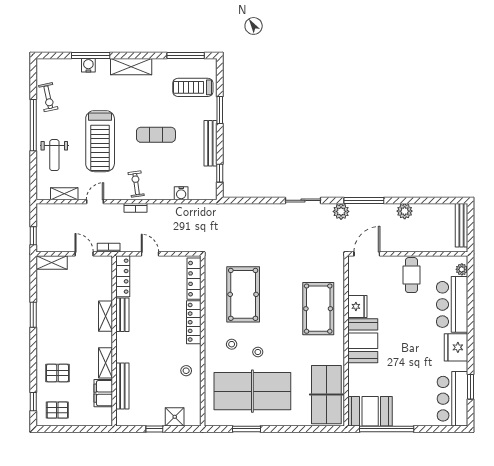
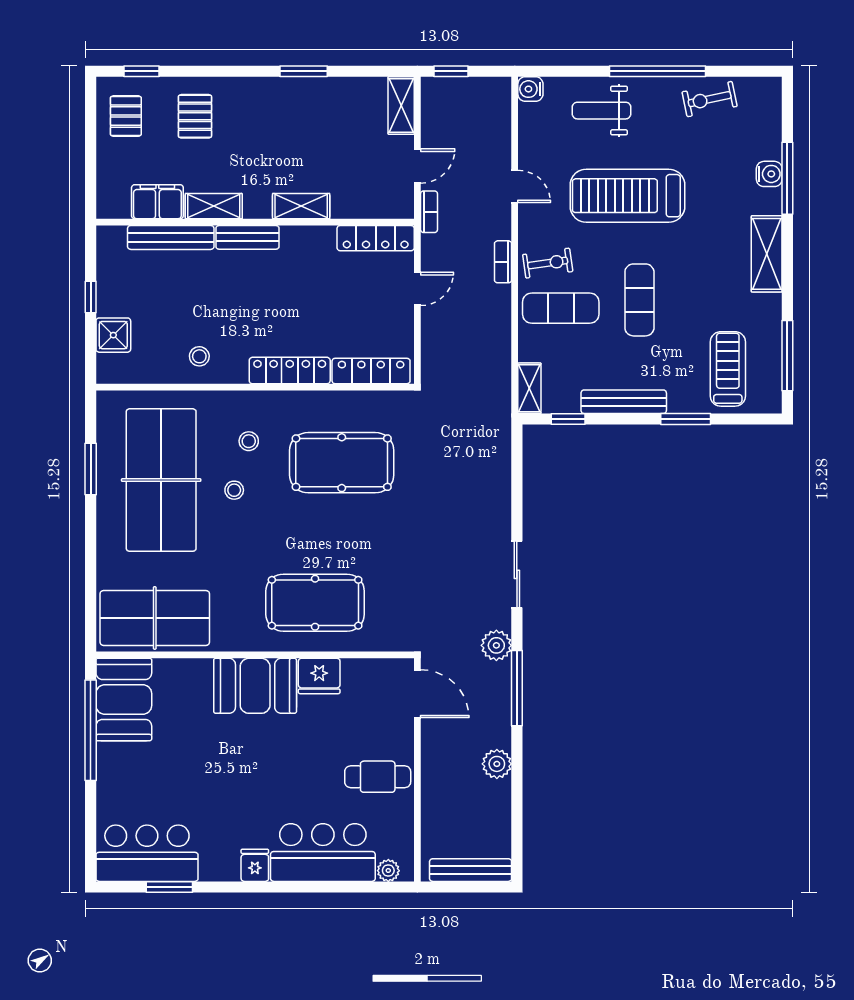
exercise mat: (160, 177) -> (561, 308), added
water cooler: (181, 193) -> (530, 89), moved
shelving: (64, 194) -> (529, 388), moved
bench: (122, 315) -> (247, 237), moved
fridge: (456, 347) -> (255, 865), width x0.53, depth x0.75

